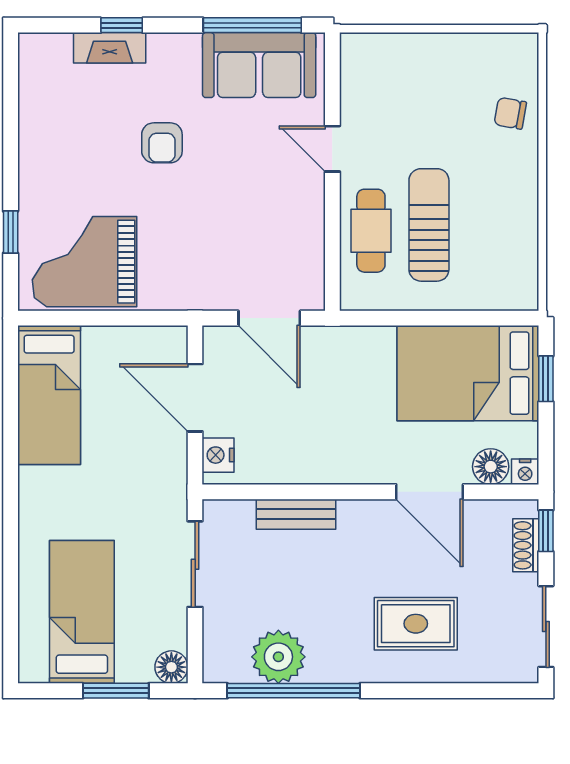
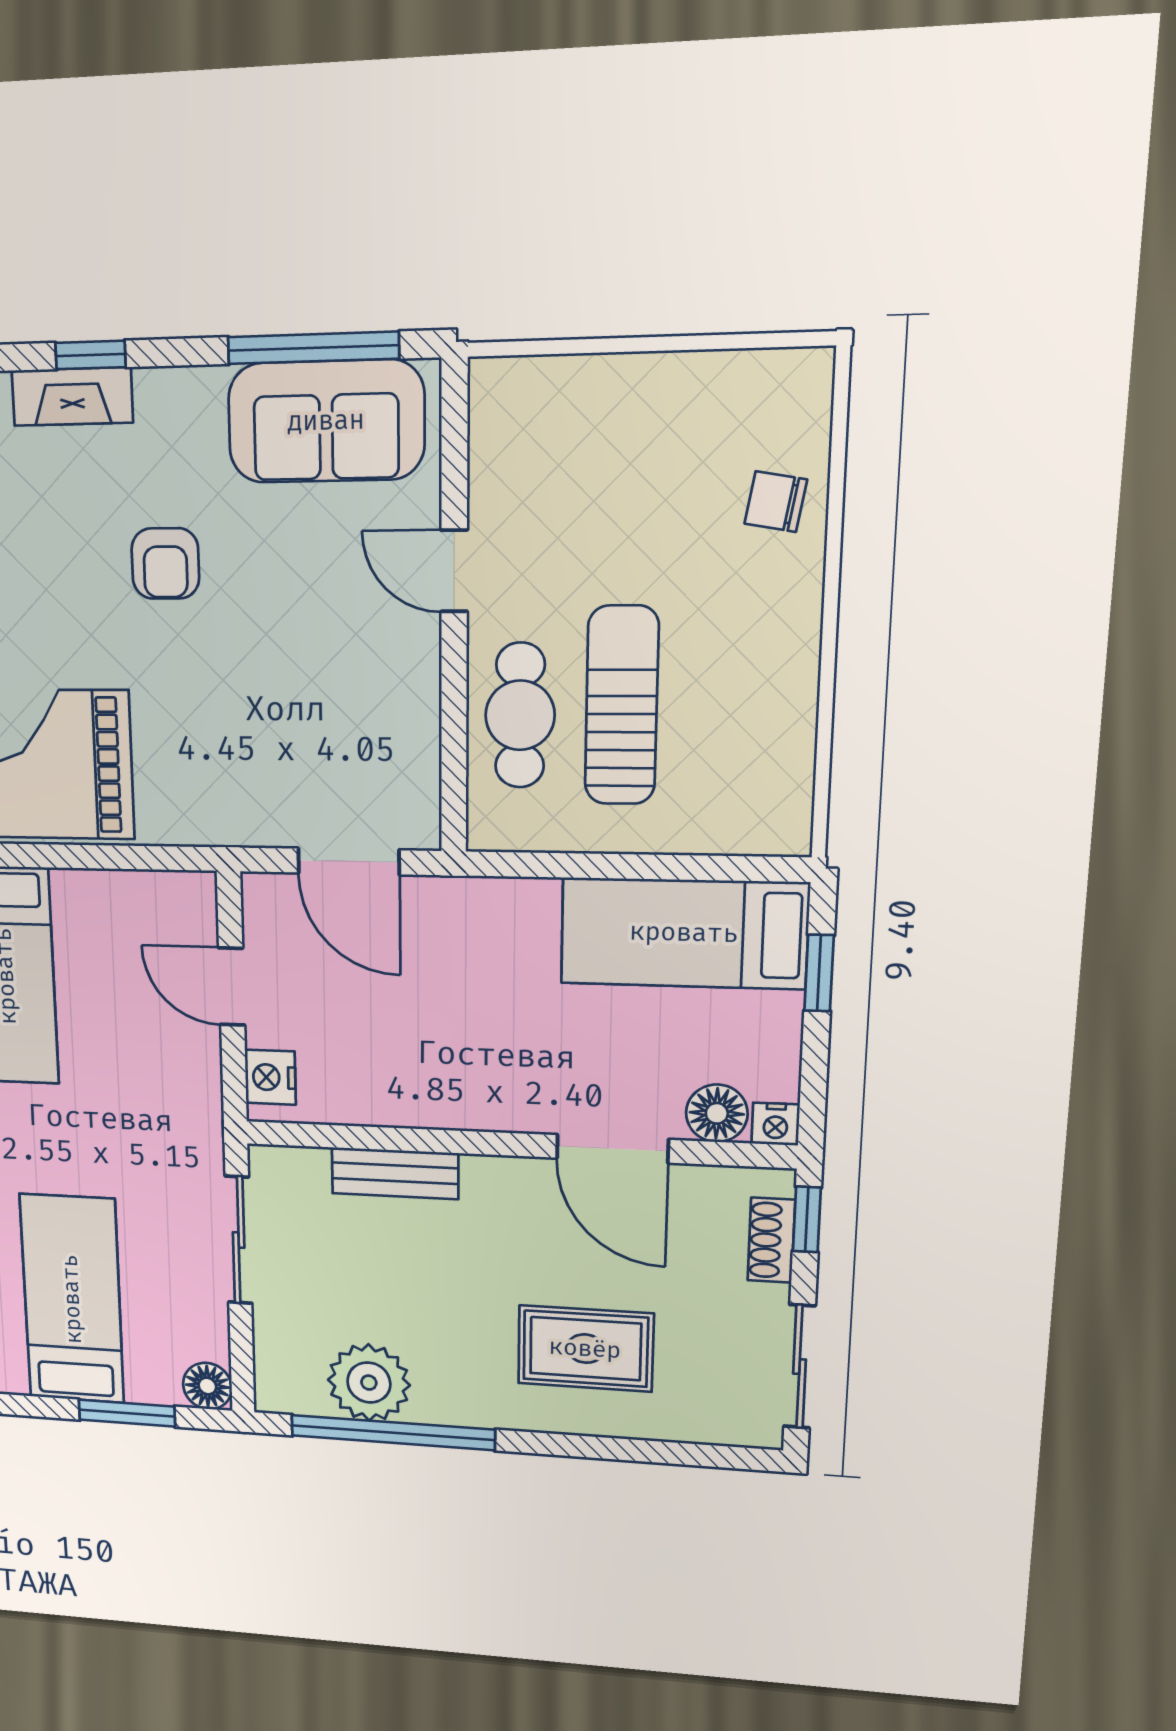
bed: (468, 373) -> (684, 933), width x0.67
door: (195, 398) -> (232, 987), width x0.73

